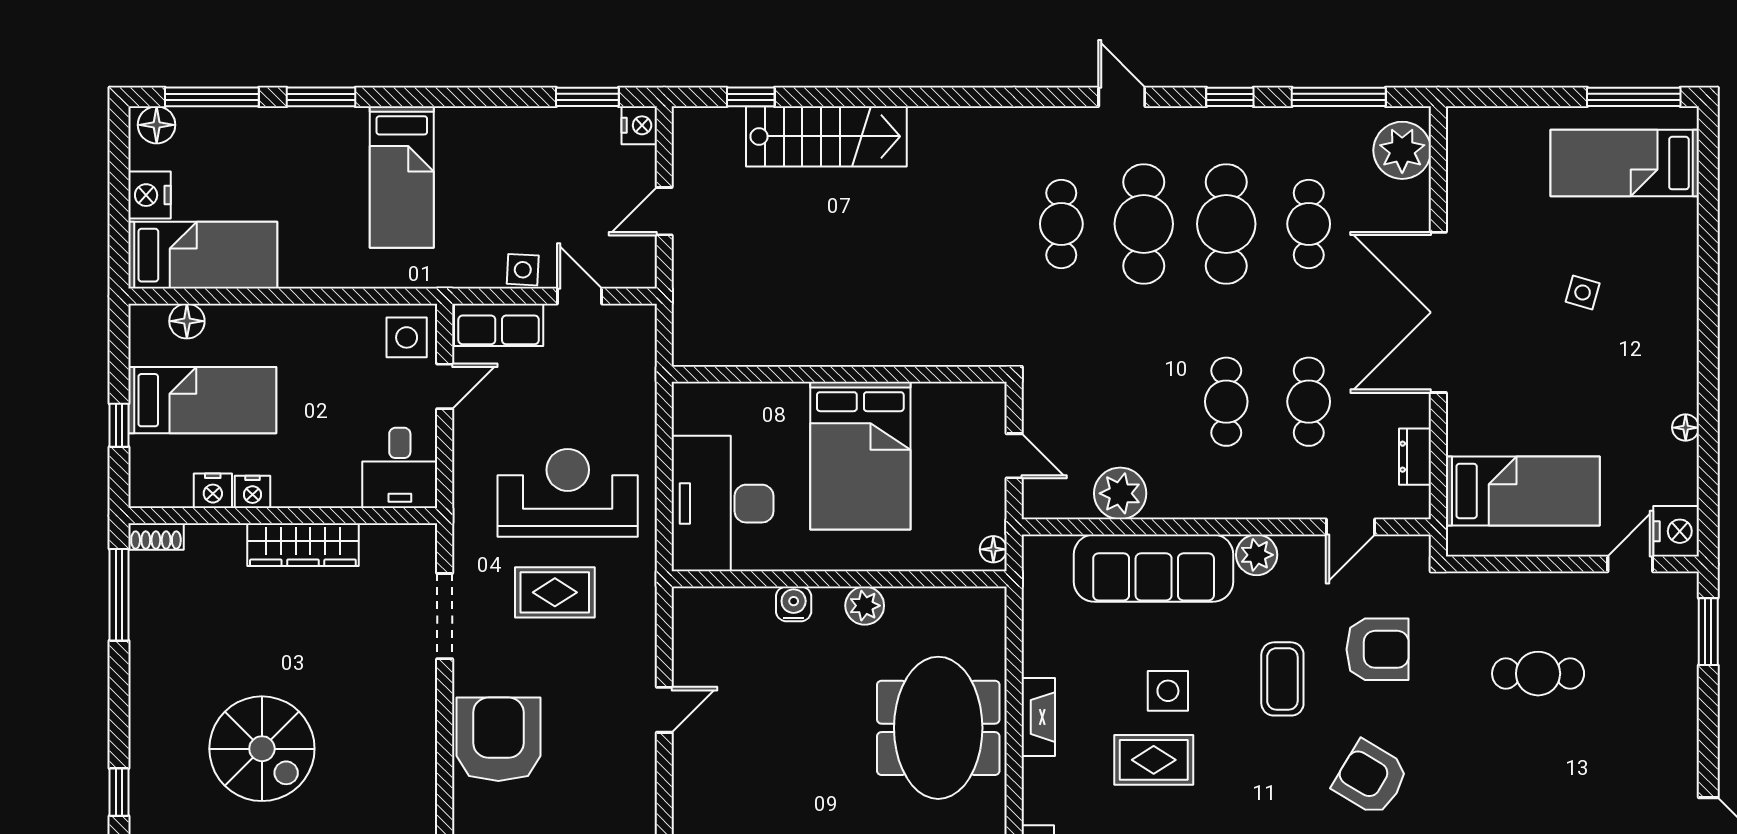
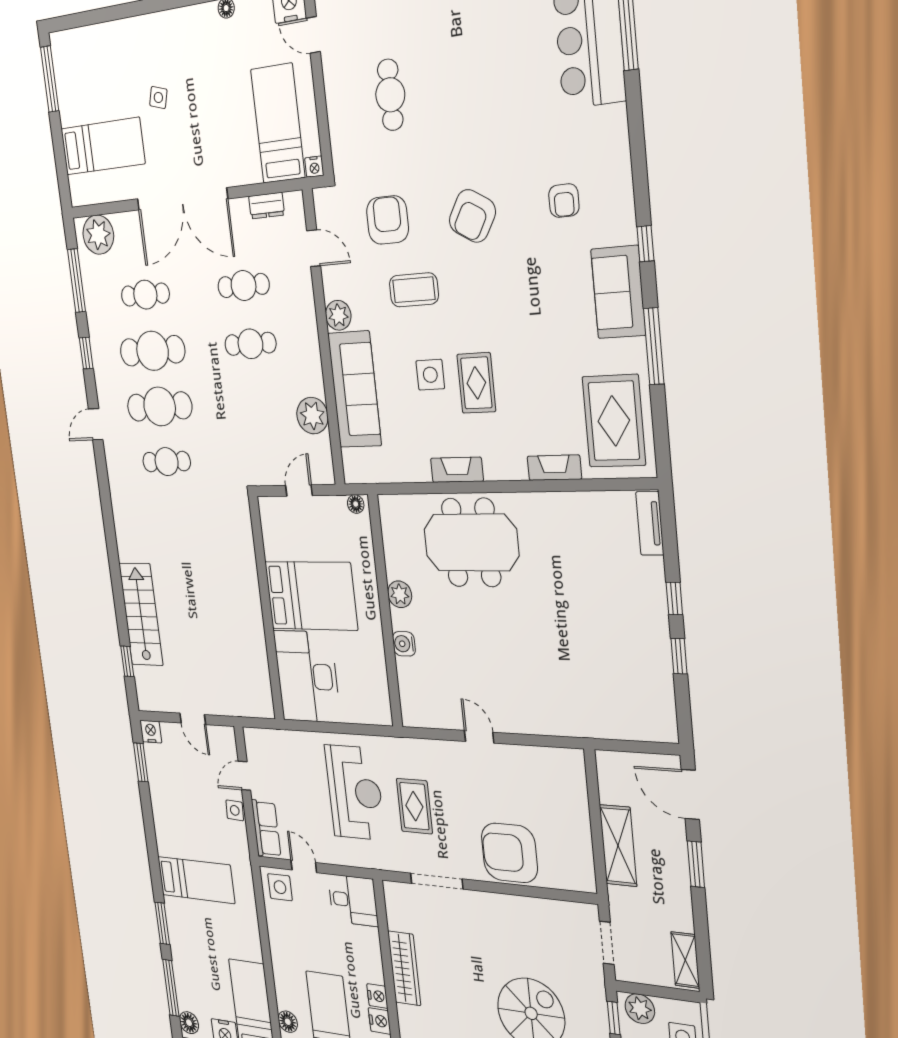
bed: (1625, 163) -> (103, 146), moved, turned -90
reception desk: (568, 493) -> (355, 793), turned 180
desk: (722, 504) -> (307, 676), moved, turned 90
nightstand: (1459, 543) -> (314, 167), added

